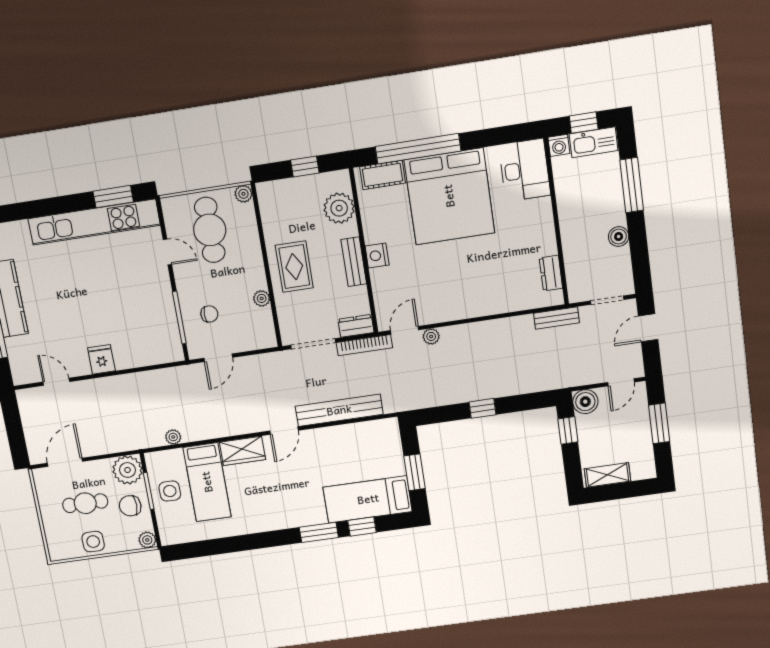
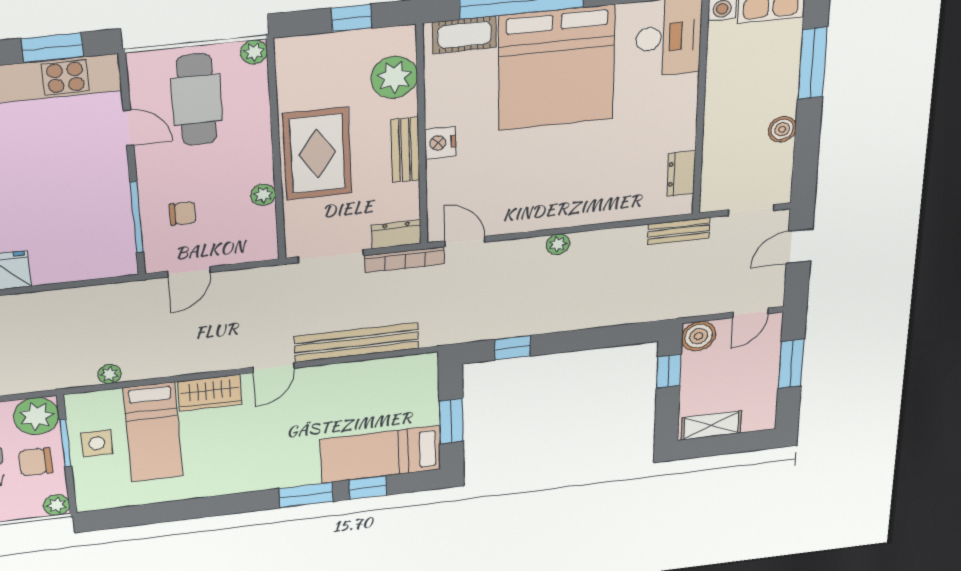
rug: (294, 267) -> (317, 154), width x1.36, depth x1.43
door: (405, 330) -> (465, 241), hinge flipped
plant: (431, 336) -> (558, 244), moved
window: (483, 408) -> (513, 348), moved

